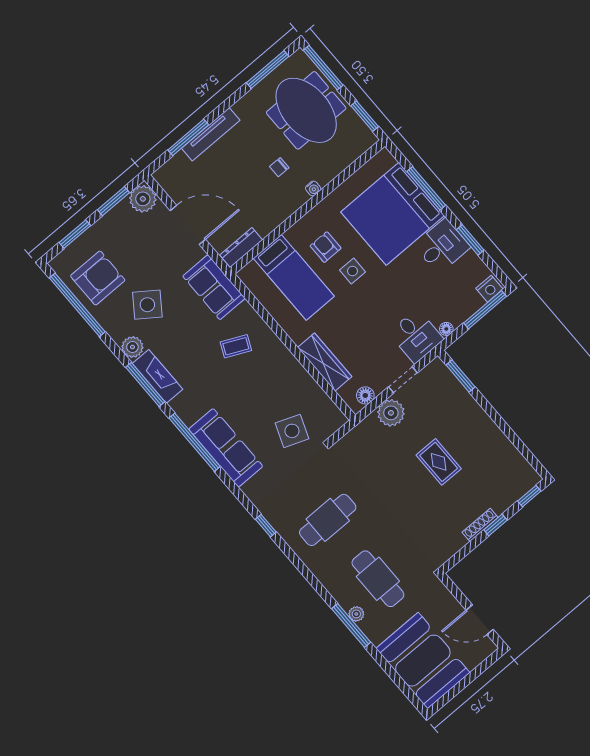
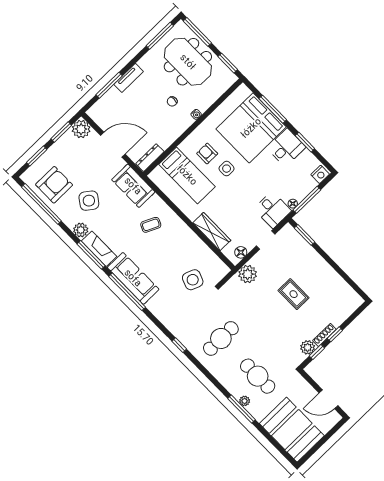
tv unit: (211, 134) -> (129, 78), width x0.71
window: (485, 310) -> (307, 200), moved
plant: (391, 413) -> (248, 274), moved
sofa: (226, 448) -> (133, 278), moved
window: (529, 496) -> (317, 352), moved
plant: (454, 541) -> (308, 347), added

